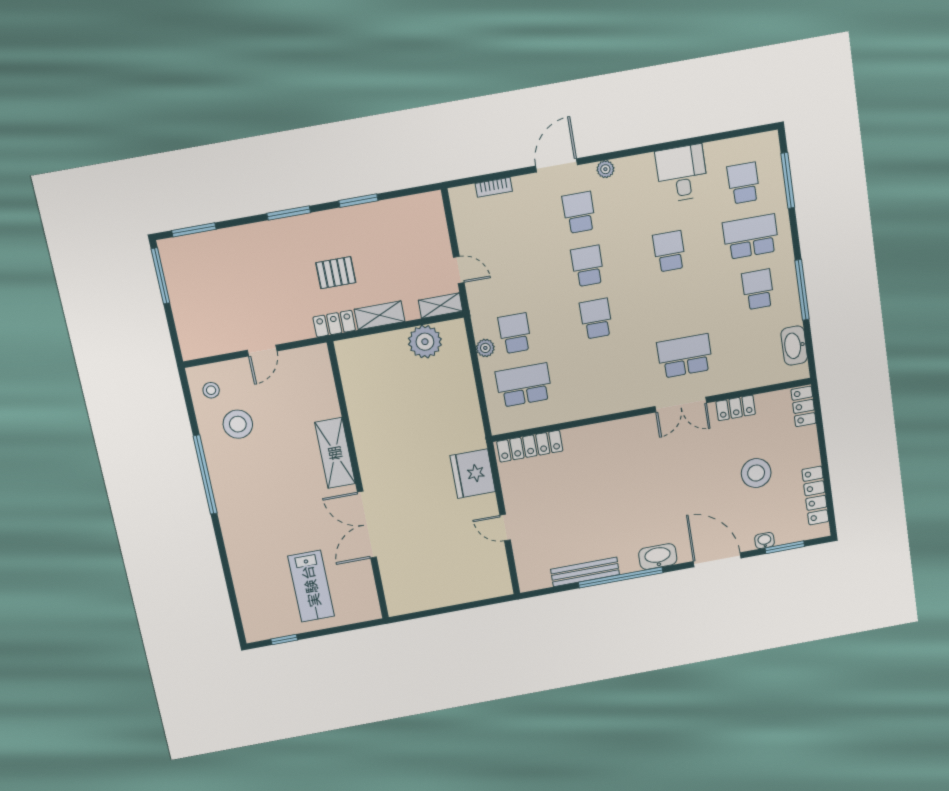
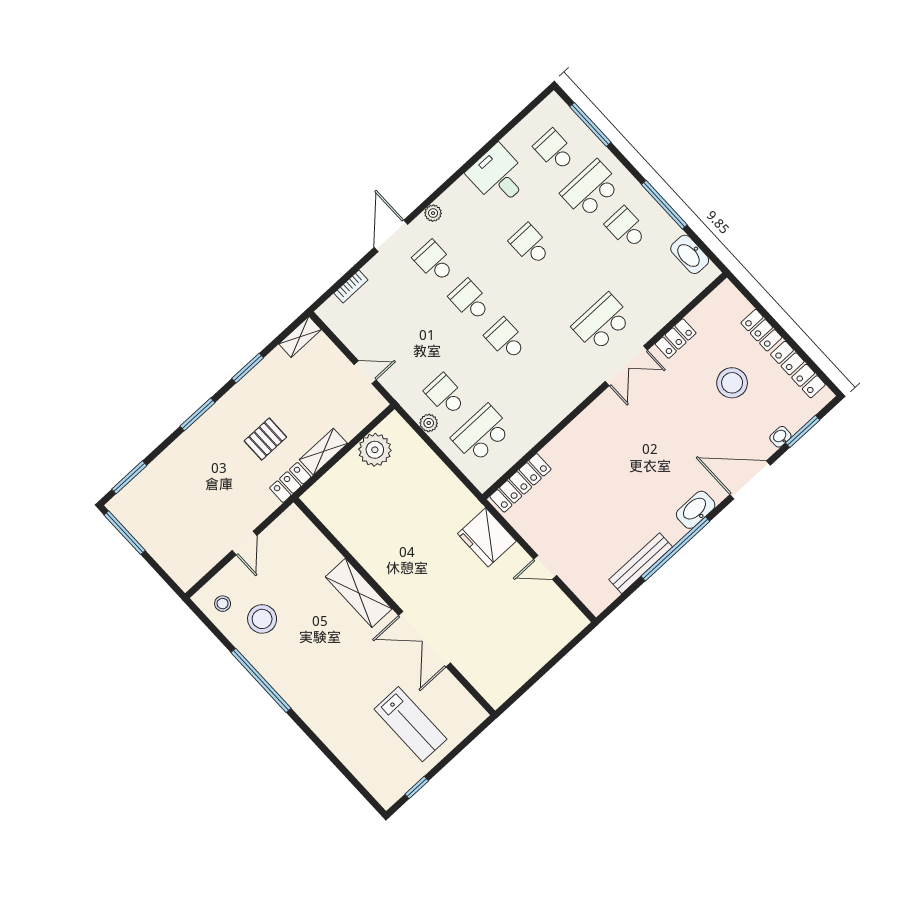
shelving: (441, 306) -> (300, 337), moved
locker: (804, 406) -> (761, 330), moved

